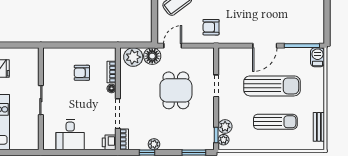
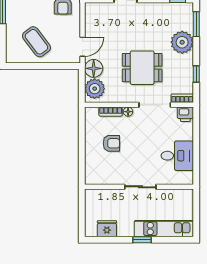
door: (173, 46) -> (82, 47), swing flipped
armchair: (82, 73) -> (111, 143), turned -90
dining table: (176, 90) -> (142, 68), moved
plant: (154, 144) -> (182, 42), moved, width x1.88, depth x1.88

